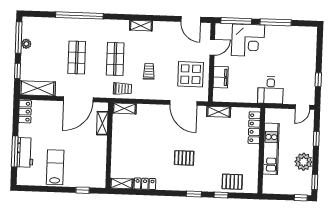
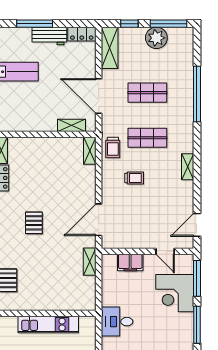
plant: (26, 44) -> (156, 38), width x1.88, depth x1.88
display table: (191, 74) -> (132, 227), removed
locker: (254, 128) -> (72, 304), removed
workbench: (25, 152) -> (49, 36), moved

